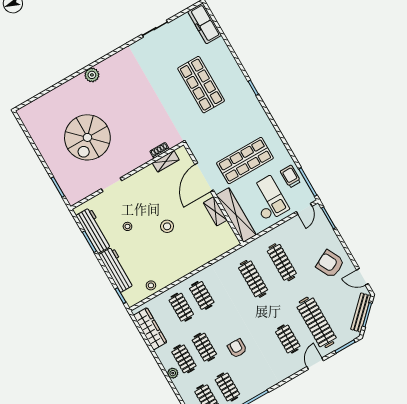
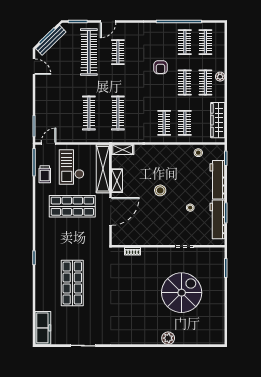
plant: (92, 75) -> (168, 338), moved
shelving: (166, 161) -> (123, 150), moved
armchair: (330, 264) -> (53, 91), removed

